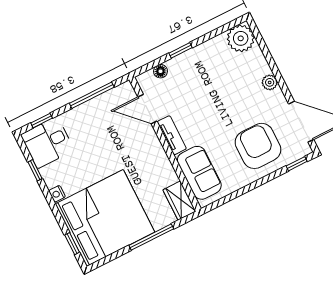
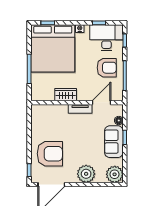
plant: (270, 82) -> (86, 174), width x1.88, depth x1.88
armchair: (93, 127) -> (107, 68), added
desk: (47, 142) -> (106, 38), width x1.37
sofa: (199, 173) -> (114, 142), moved, turned 90
wardrobe: (179, 201) -> (66, 95), moved

